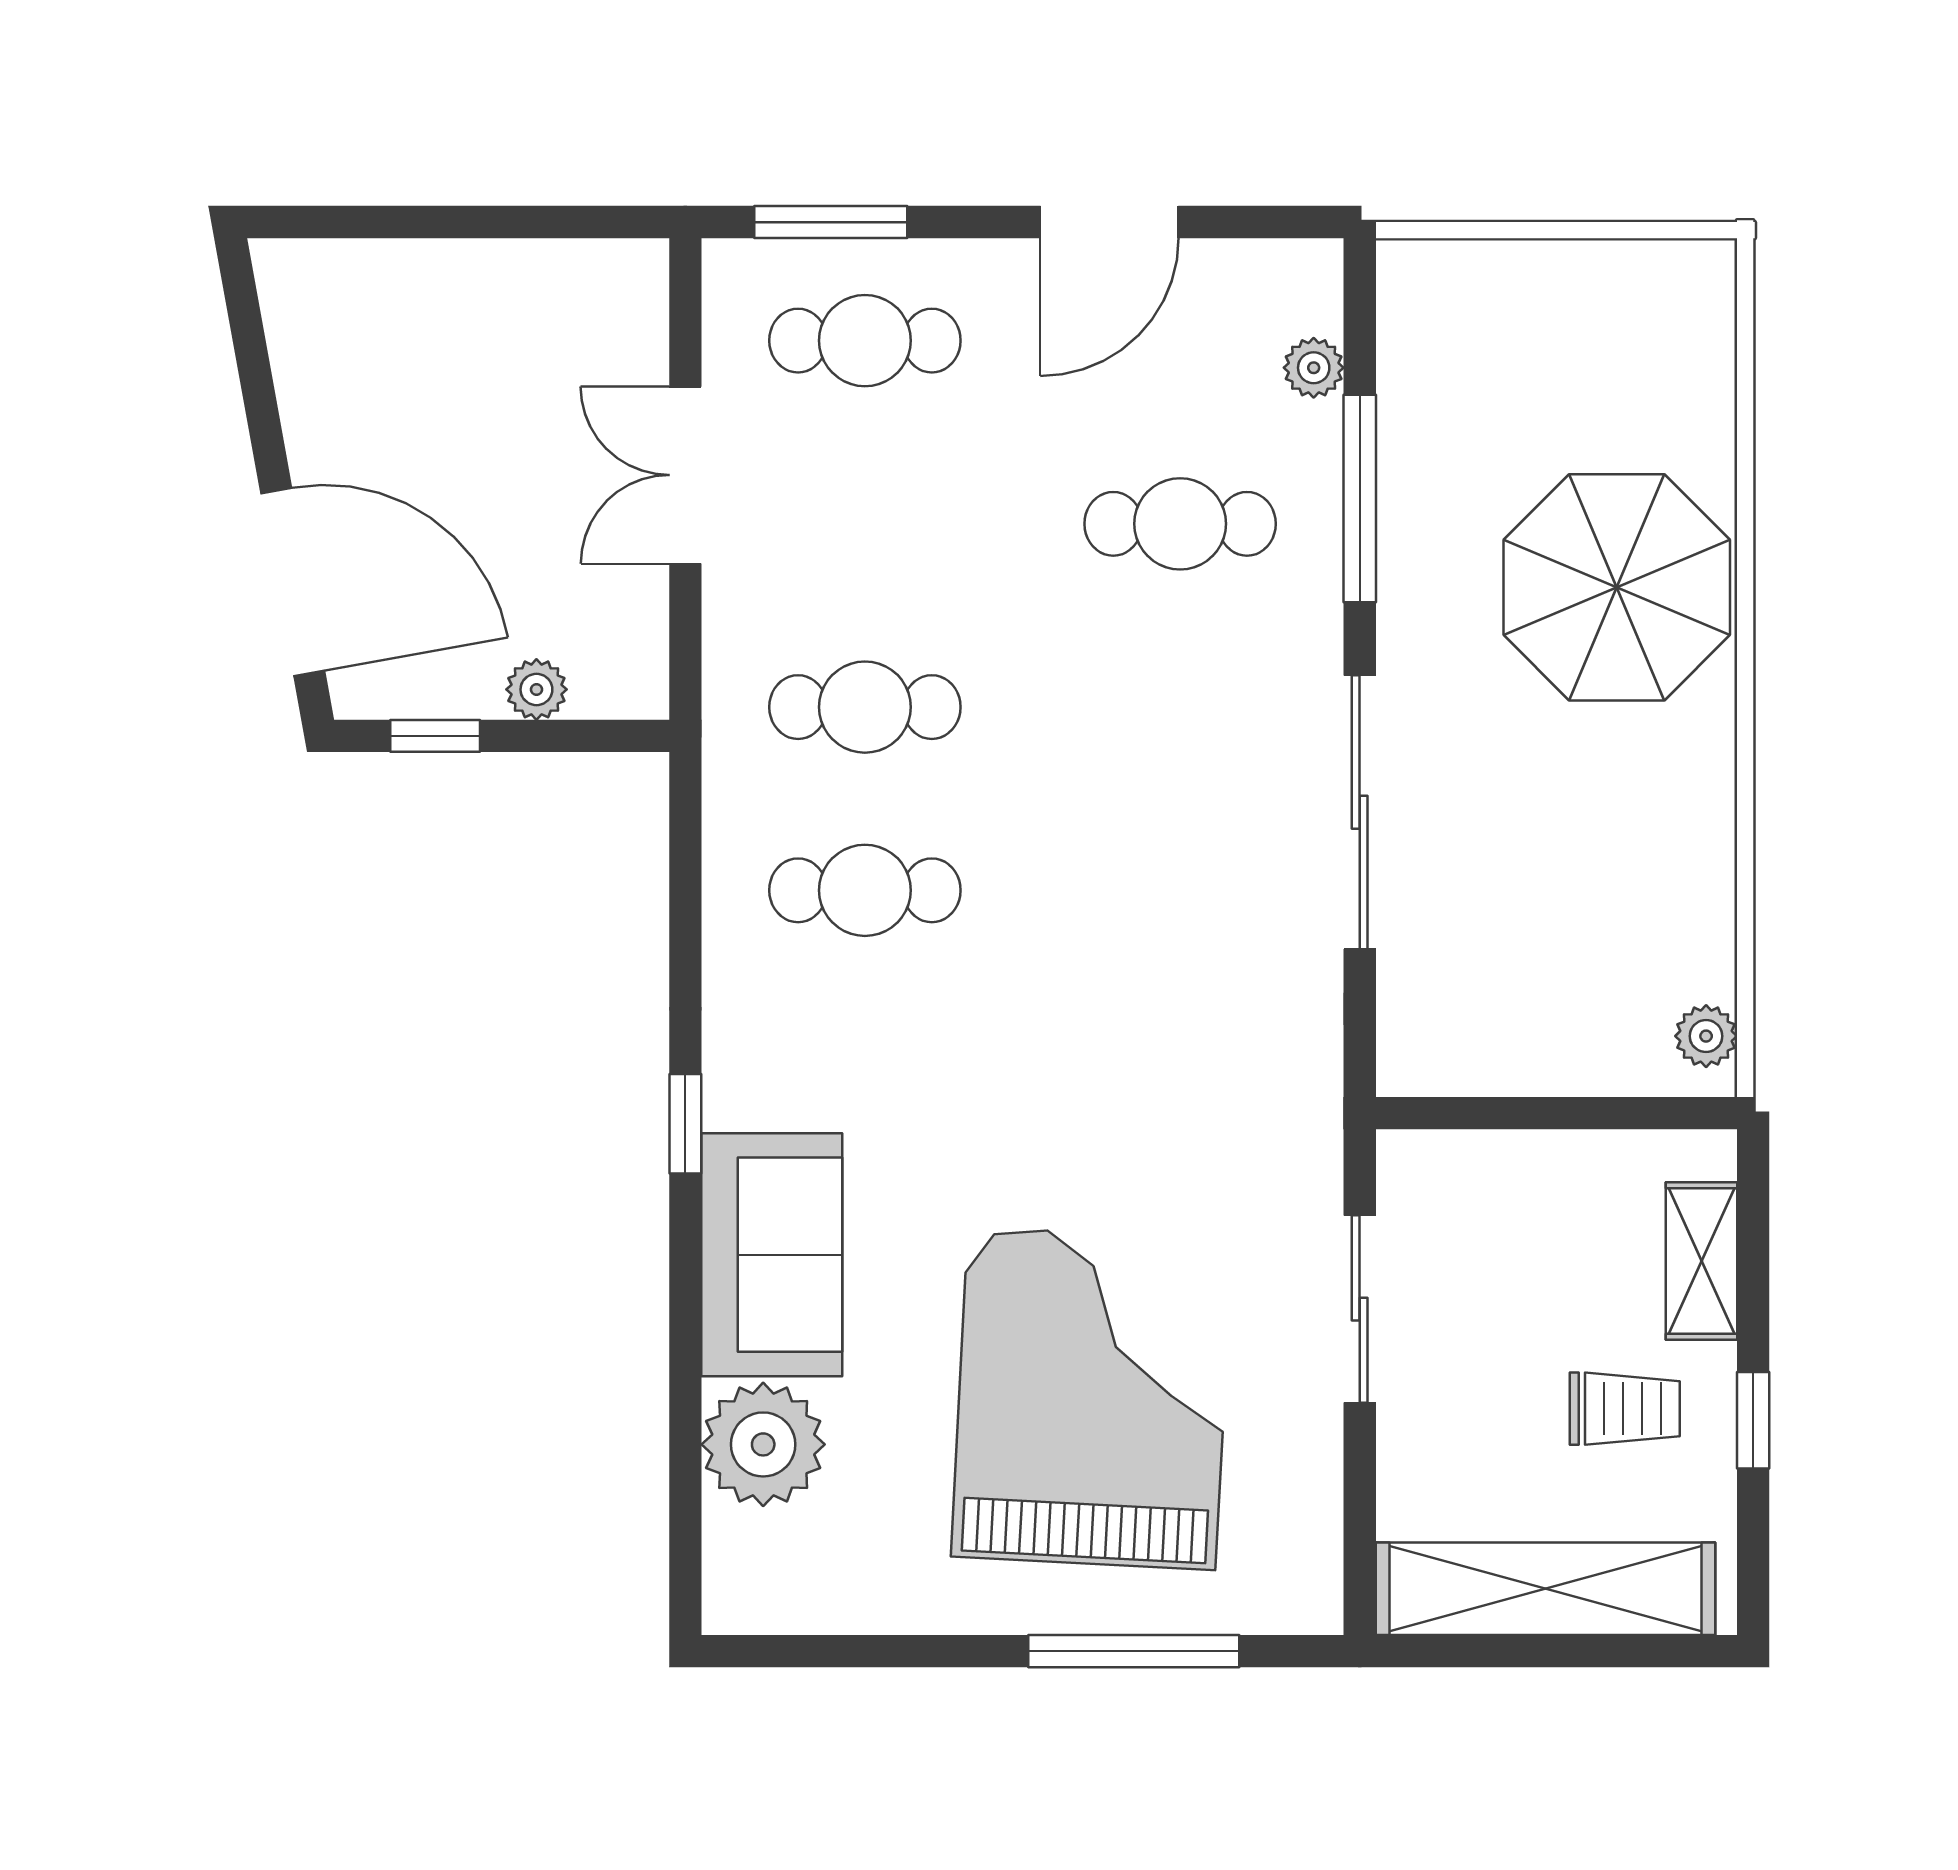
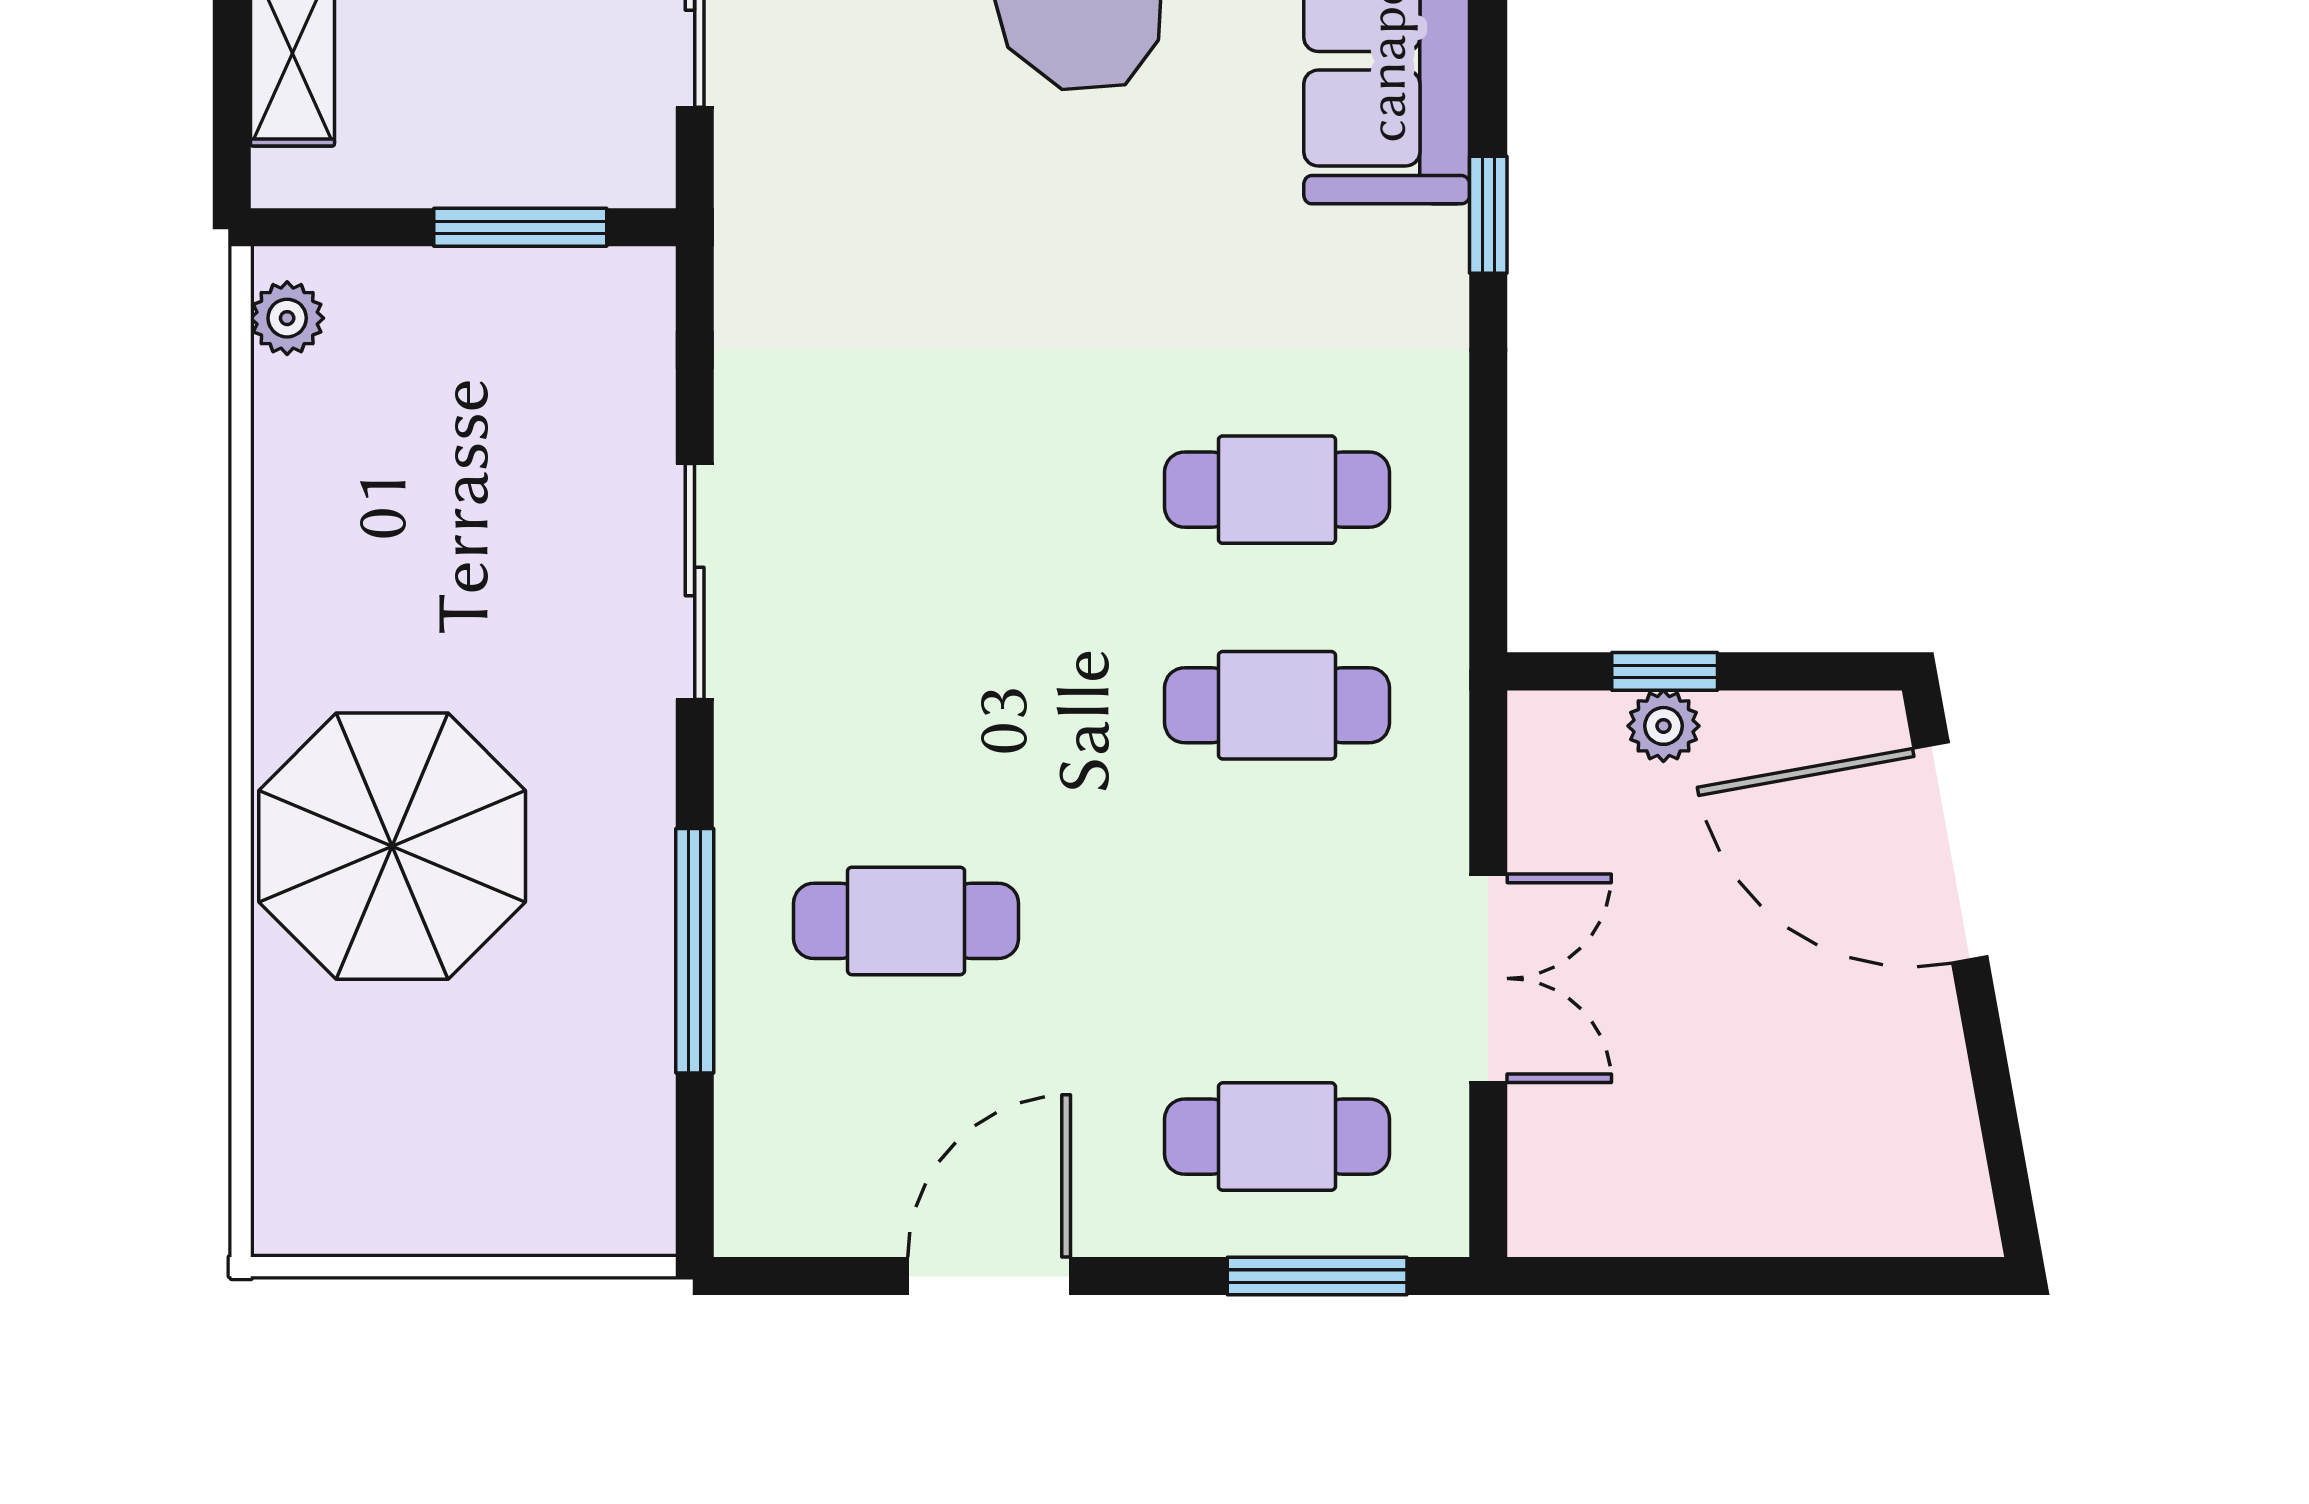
plant: (1314, 368) -> (749, 1105), removed
window: (435, 736) -> (1665, 671), moved
sliding door: (1360, 812) -> (695, 582), width x0.73
window: (1508, 1113) -> (520, 227), added

